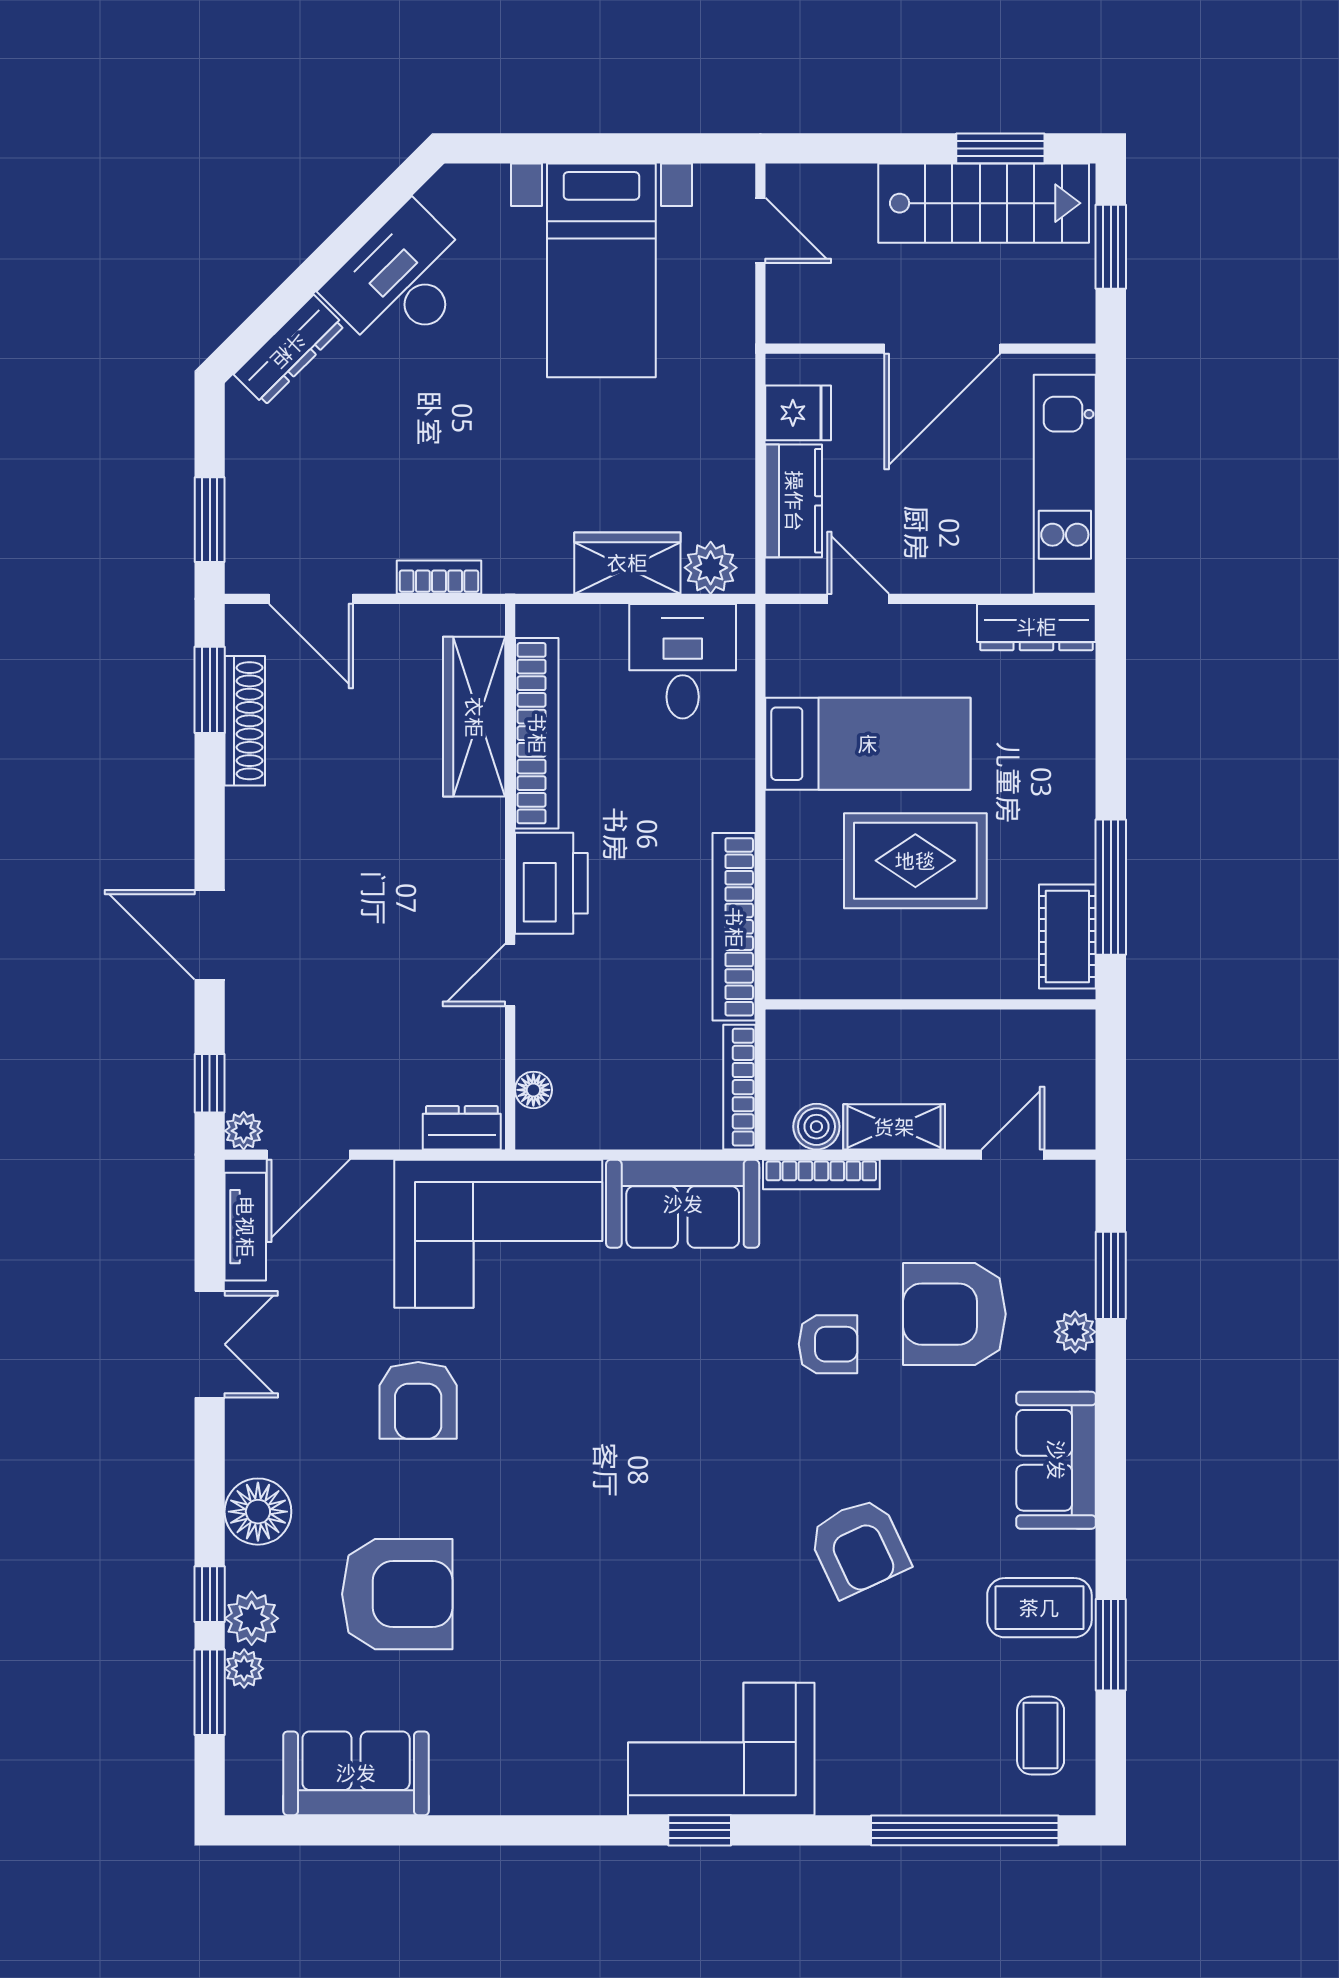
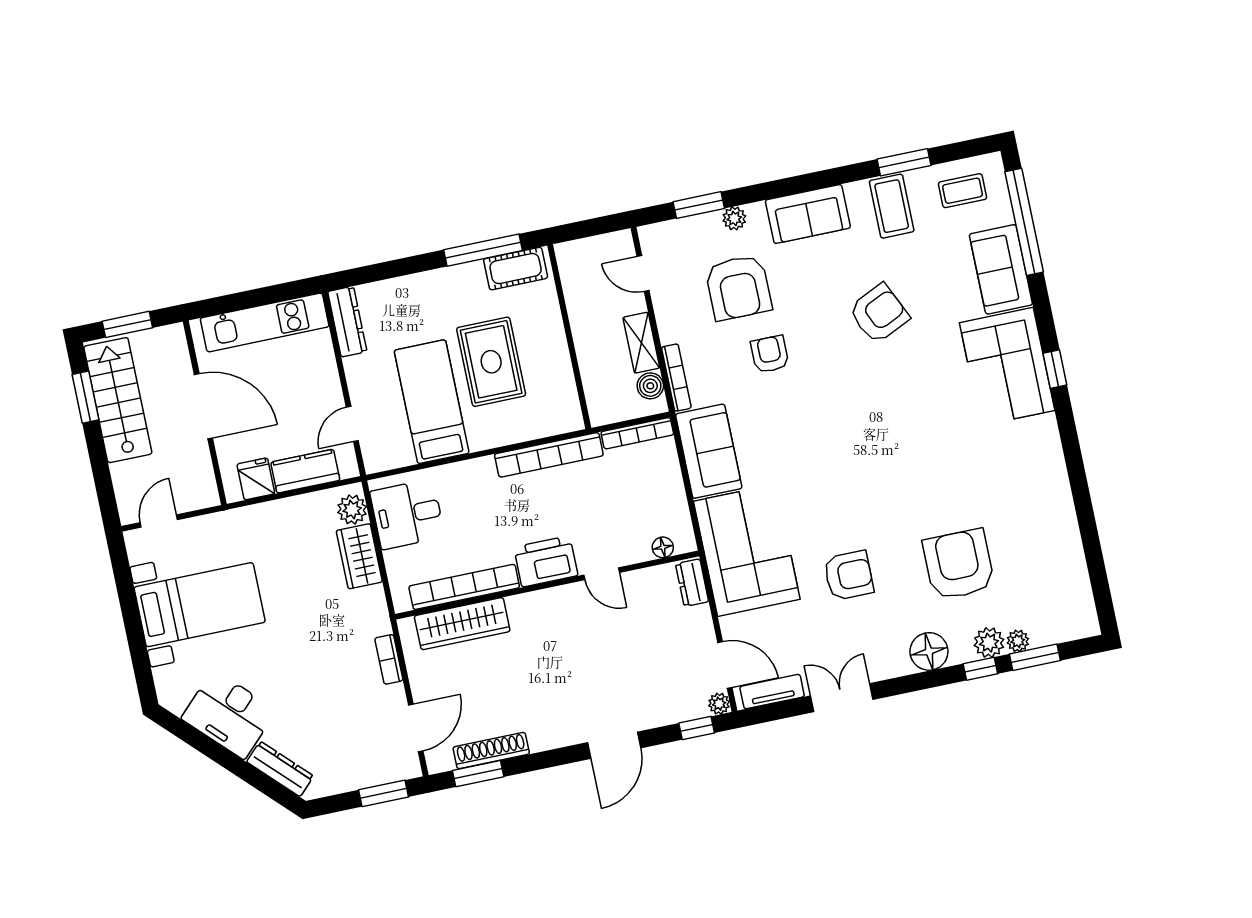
sofa: (356, 1773) -> (1001, 269), moved

